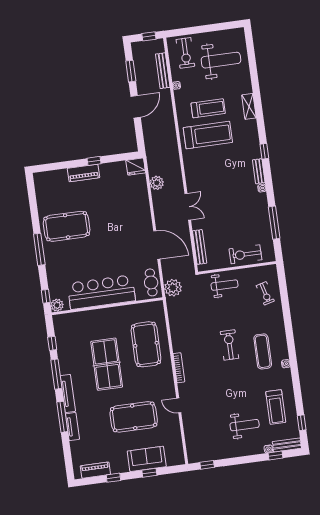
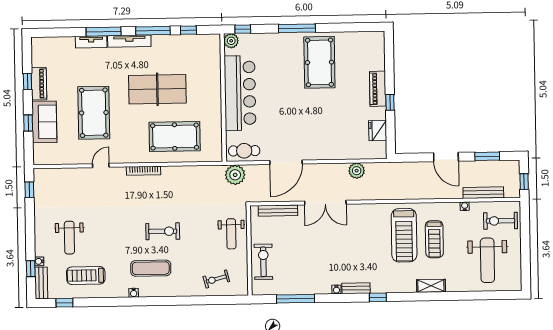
fridge: (136, 167) -> (378, 131), moved
double door: (188, 207) -> (325, 203), width x1.37
piano: (95, 470) -> (39, 84), moved

